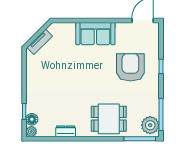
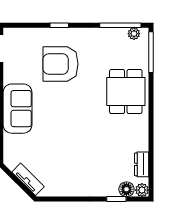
plant: (150, 125) -> (134, 34), width x0.53, depth x0.53
dresser: (66, 131) -> (142, 164), moved

